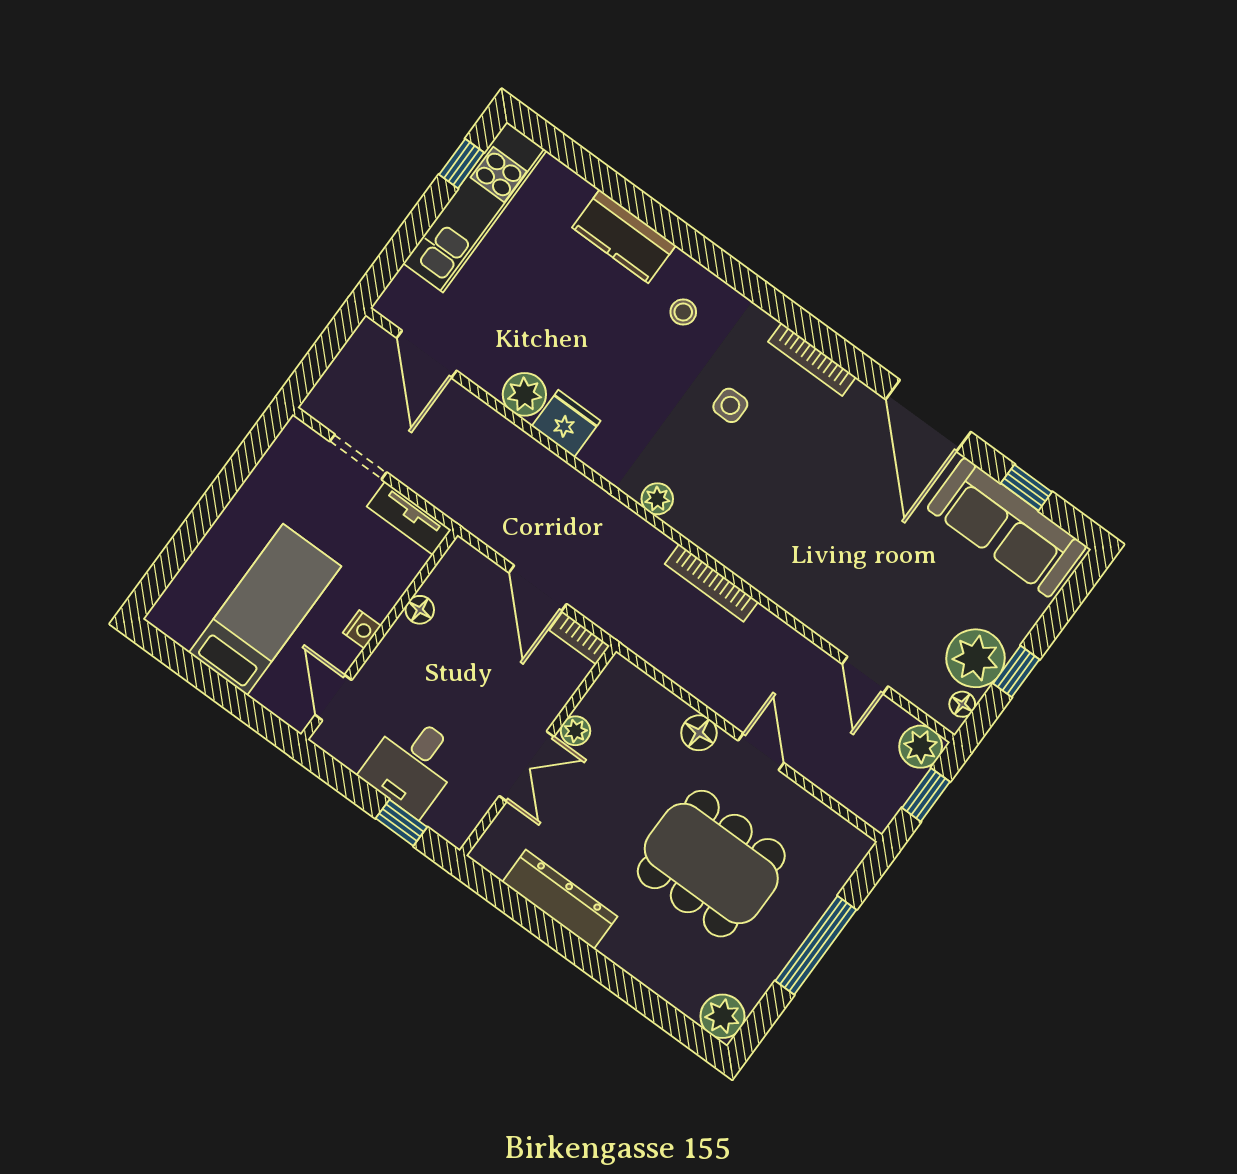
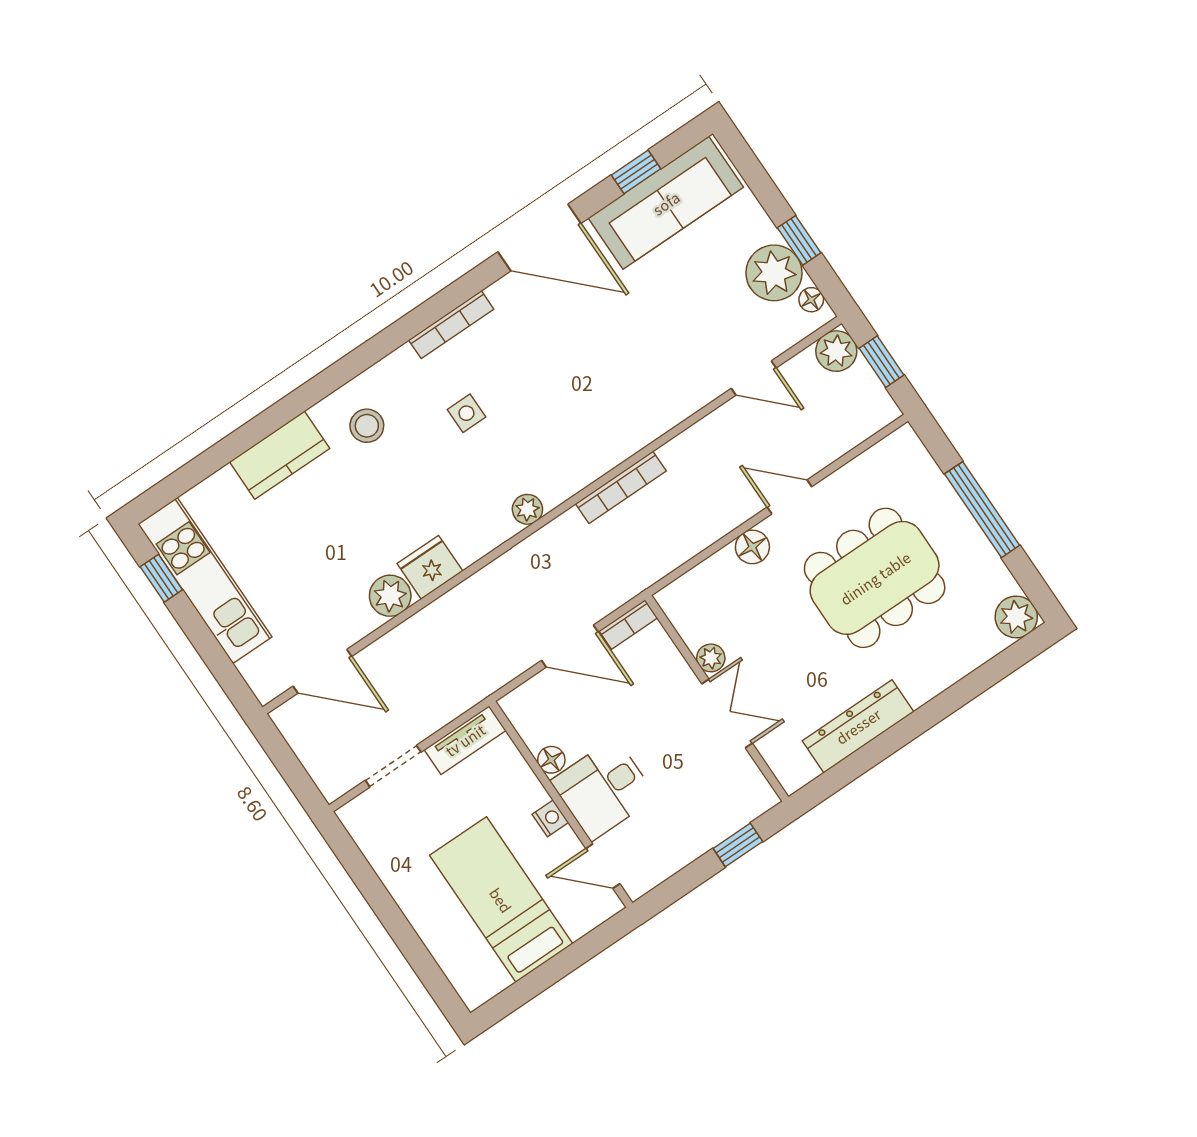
stool: (683, 312) -> (367, 426), width x1.37, depth x1.37
desk: (412, 765) -> (603, 789), moved, turned 90

